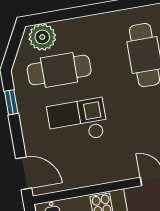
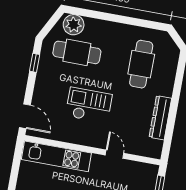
checkout: (78, 121) -> (89, 105), moved

